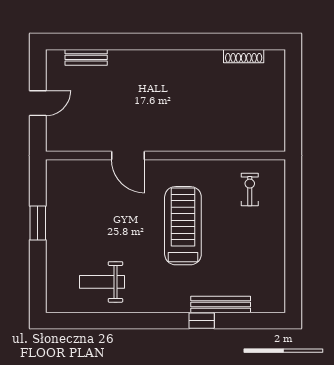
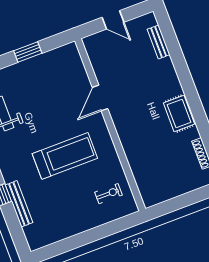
rug: (184, 65) -> (179, 113), added

